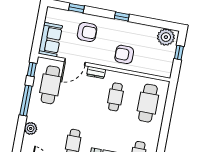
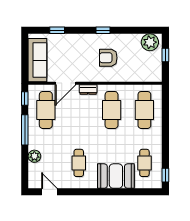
armchair: (87, 32) -> (72, 52), removed
sofa: (50, 40) -> (37, 60), width x1.36
armchair: (124, 54) -> (108, 58), moved
cafe table: (115, 97) -> (112, 110), width x1.37, depth x1.35

